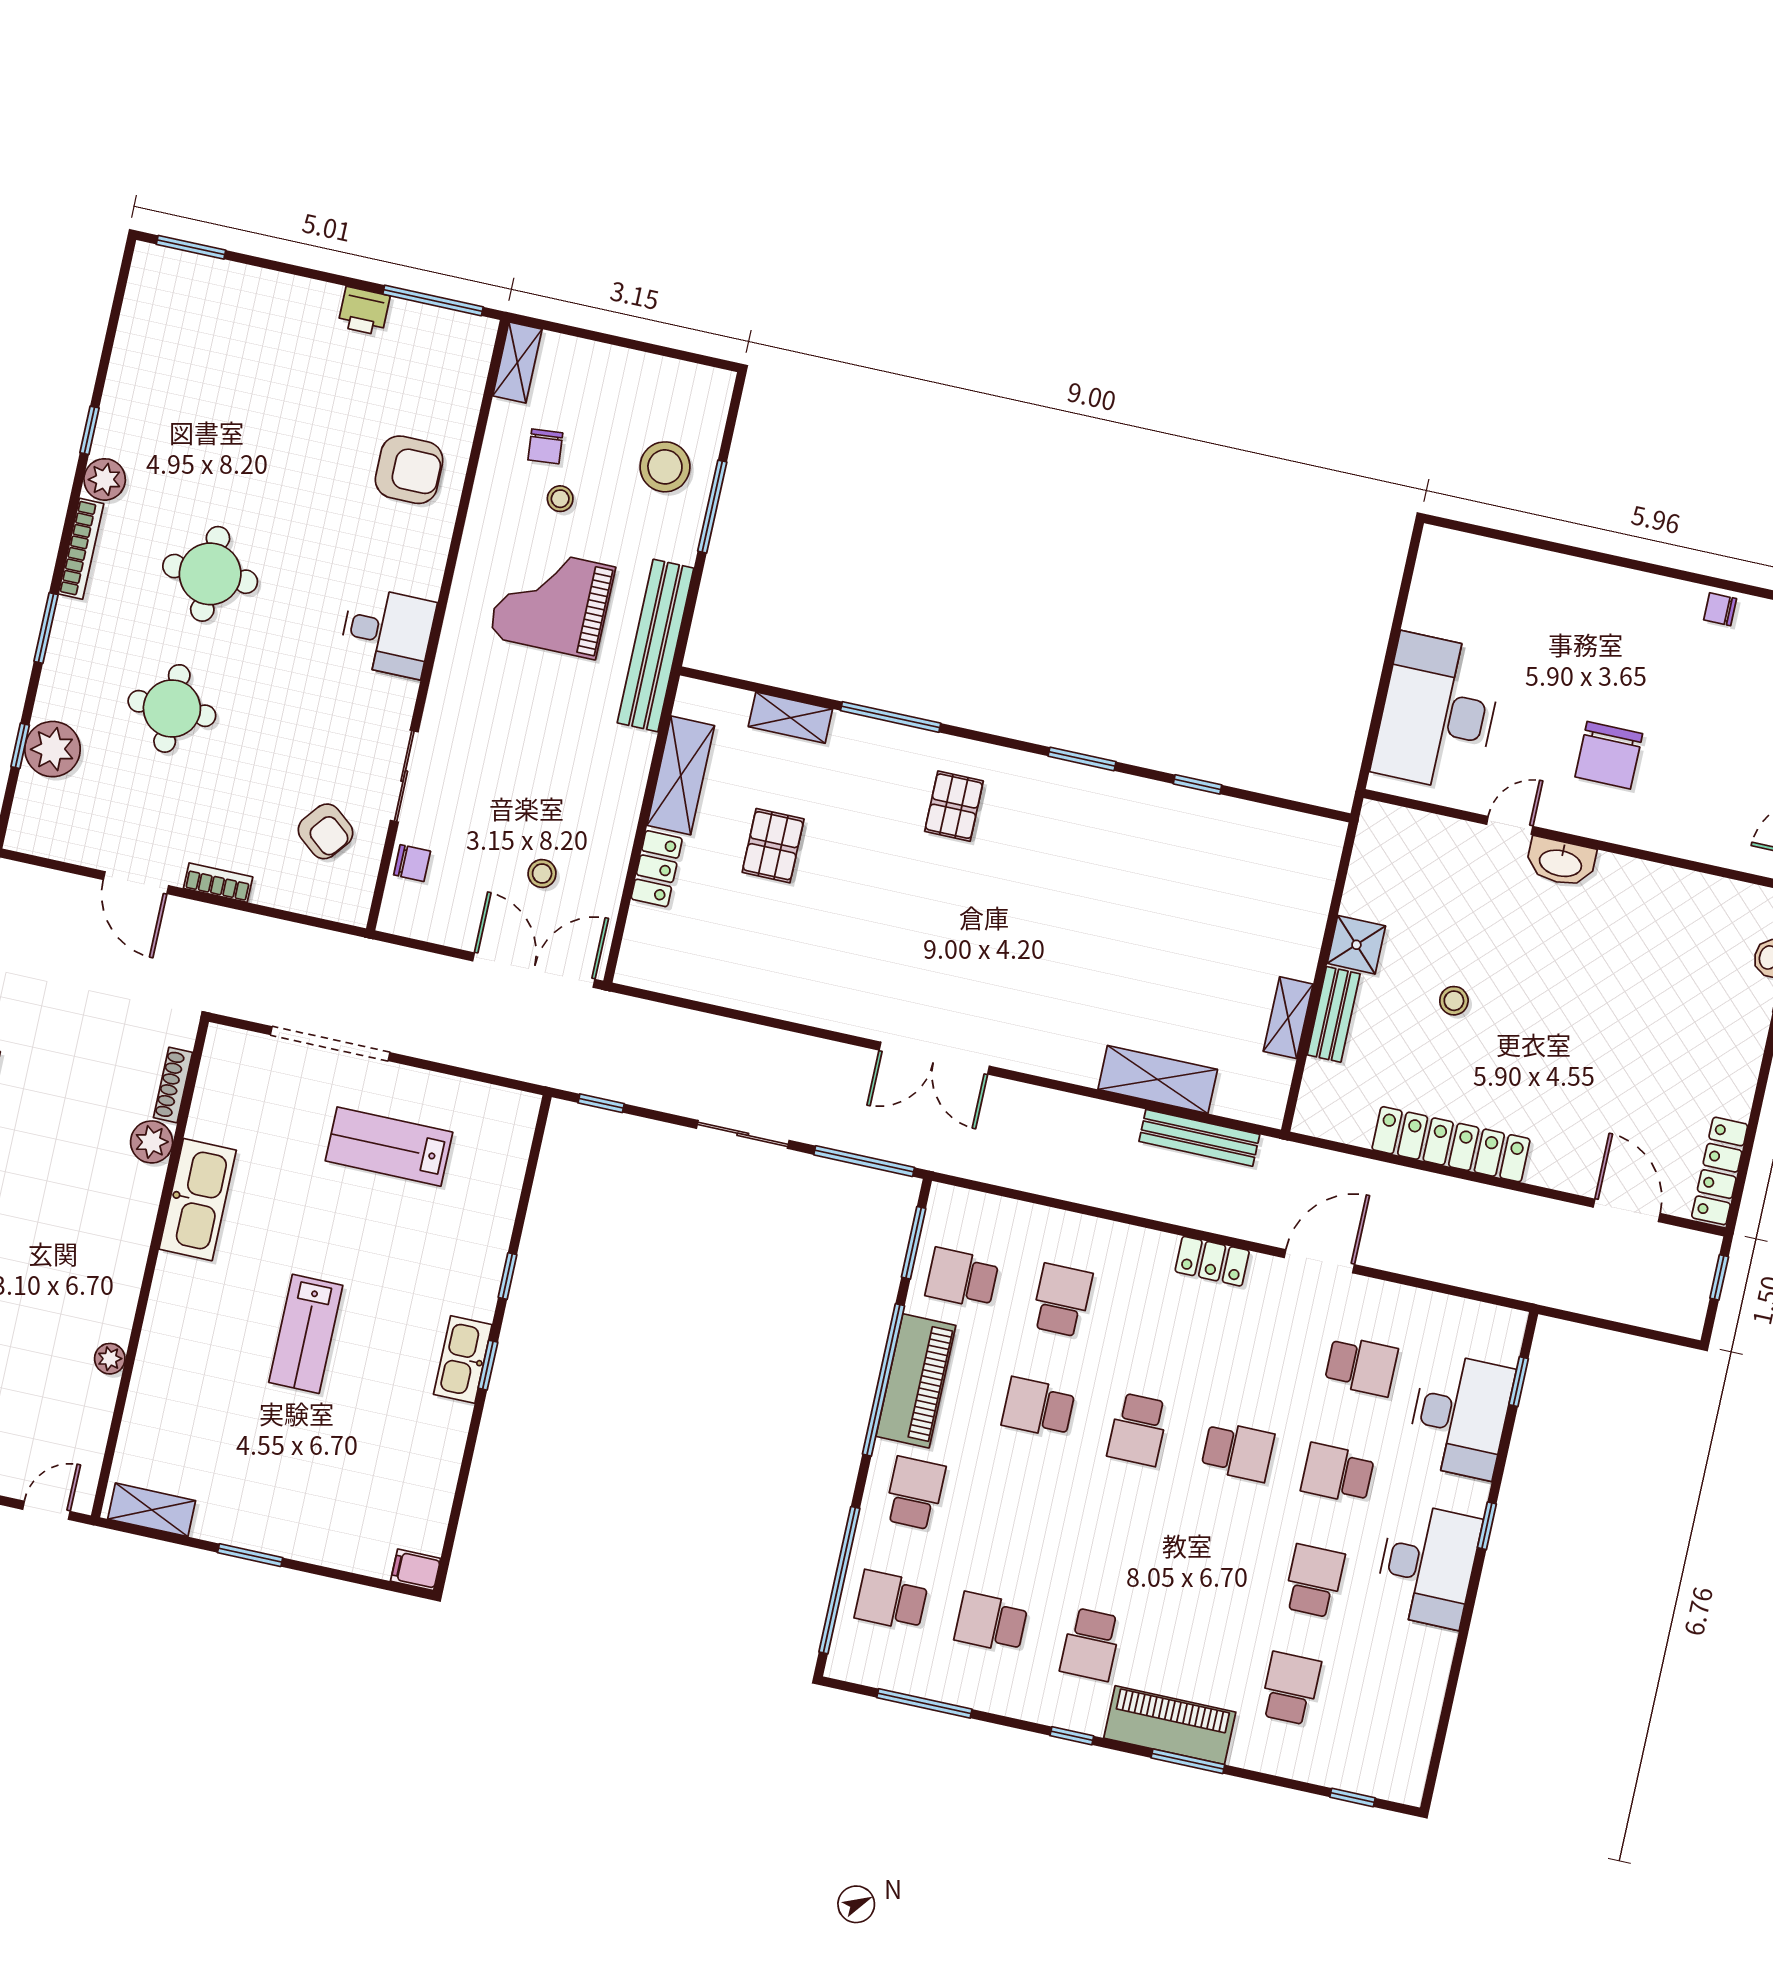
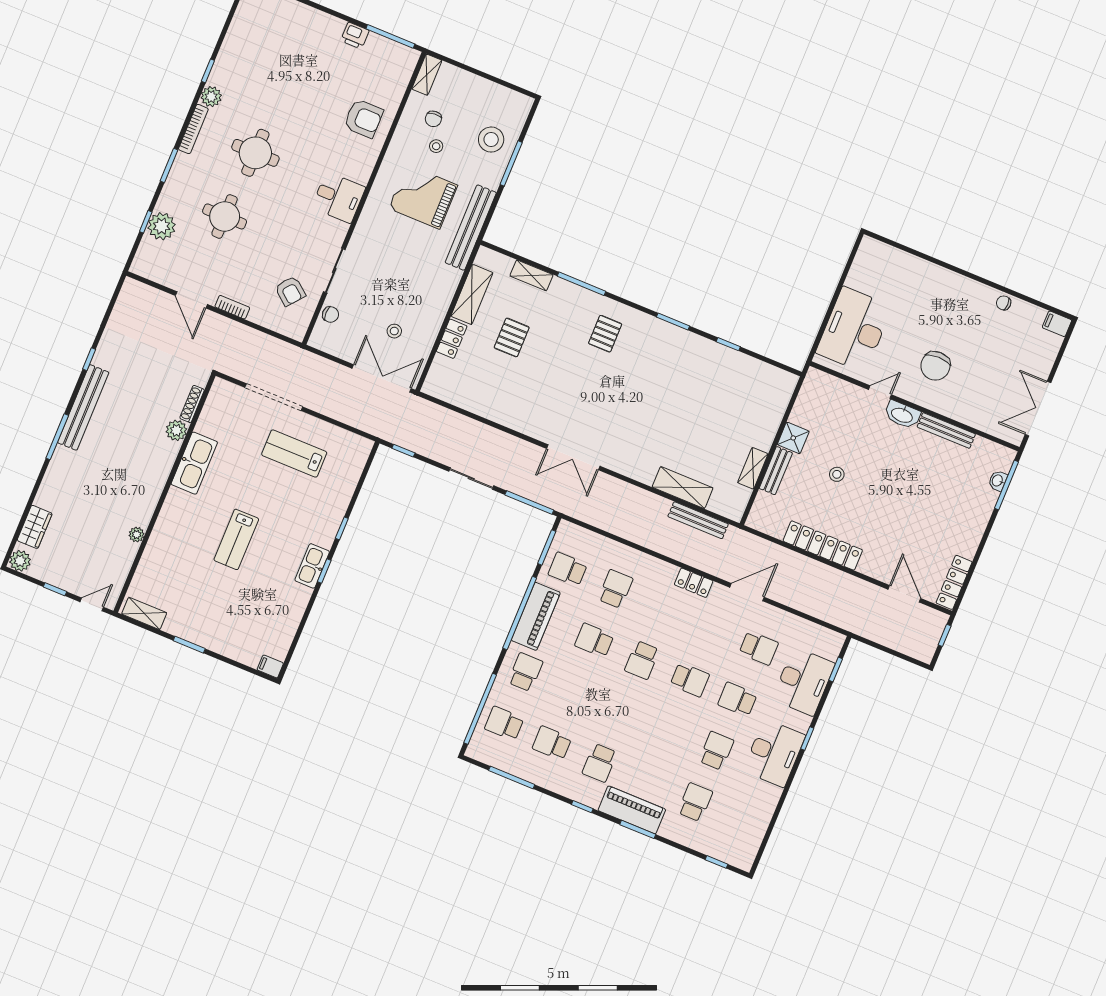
bench: (1652, 878) -> (946, 430), added

